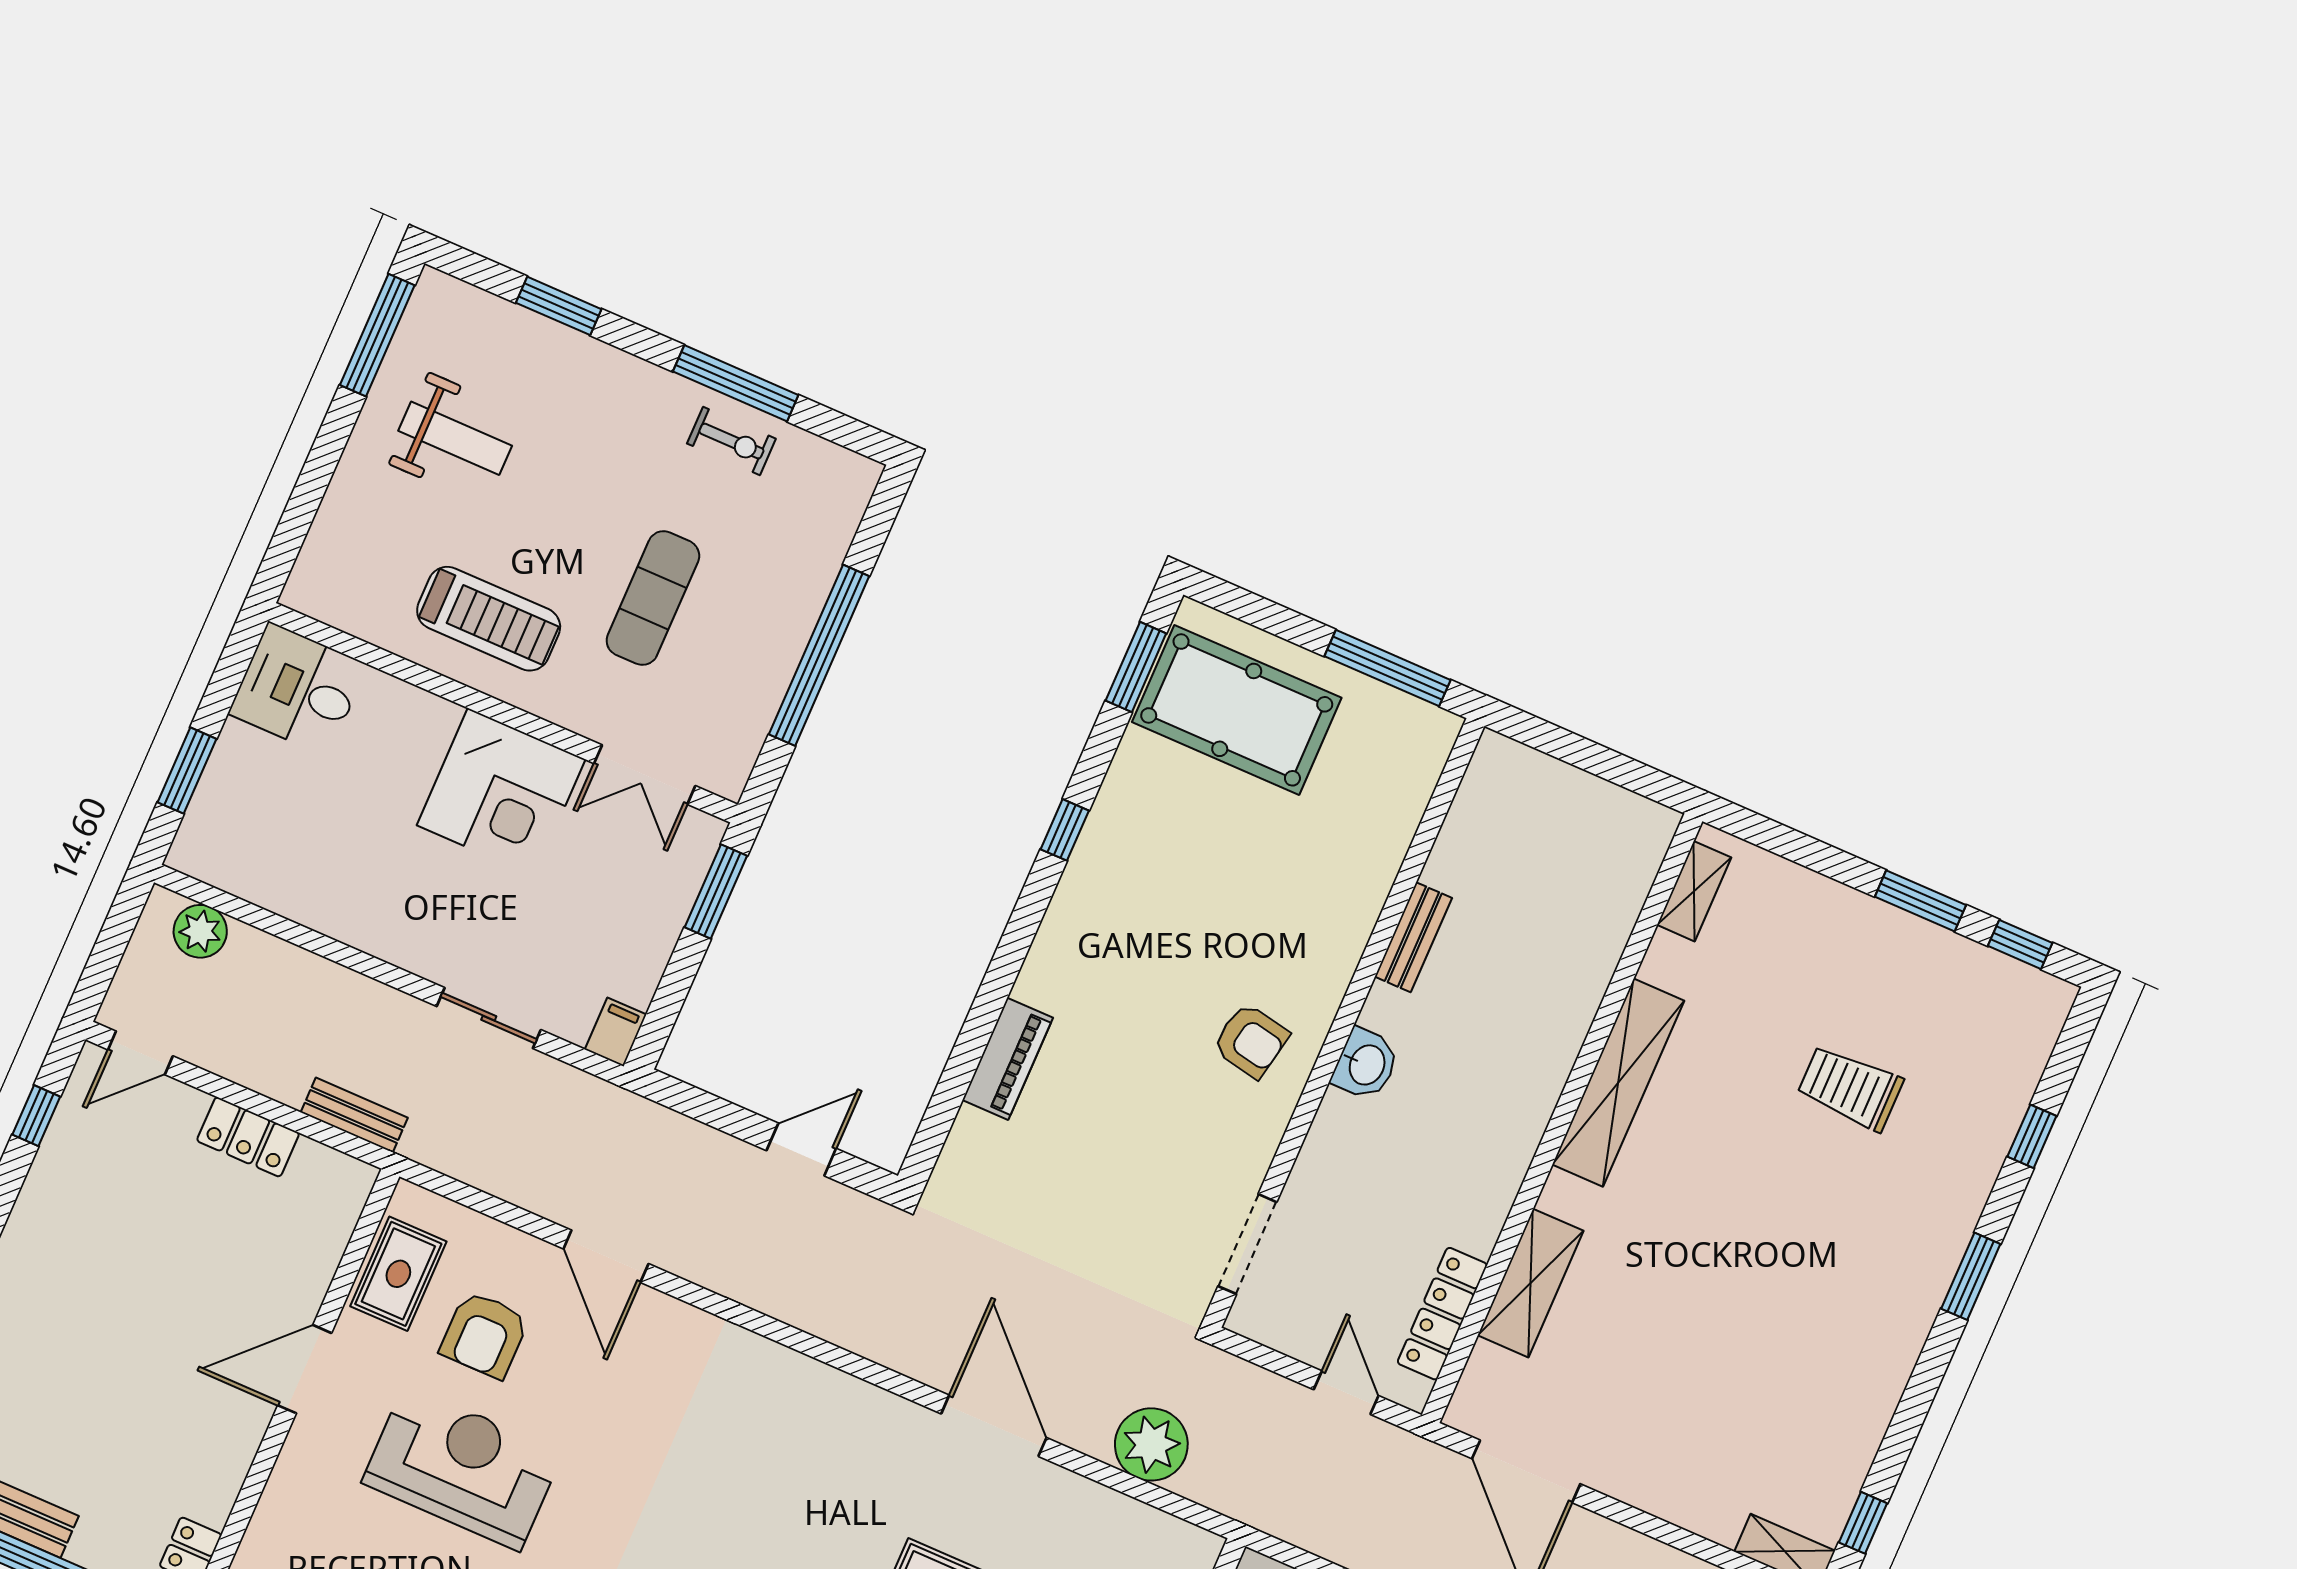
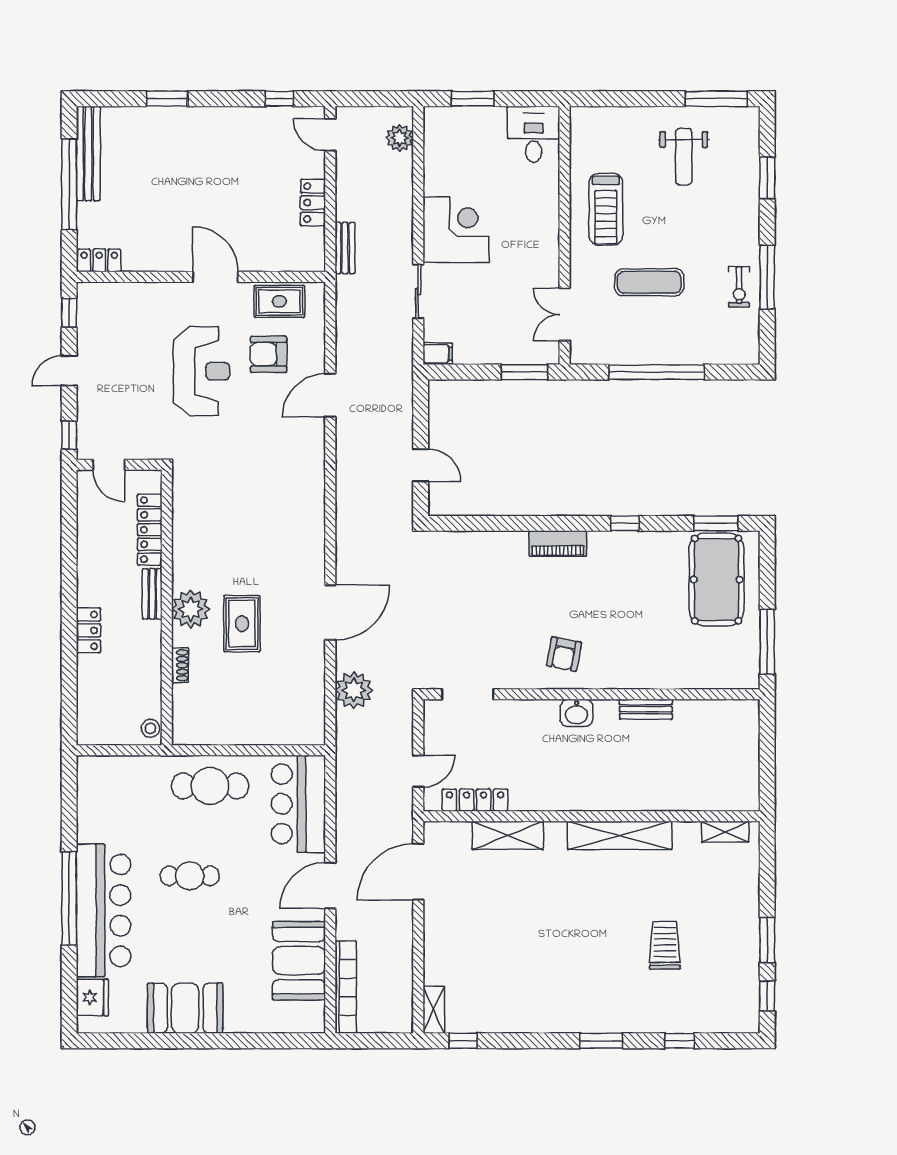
corner desk: (501, 792) -> (456, 230), moved, turned 180
piano: (1008, 1059) -> (558, 544), moved

